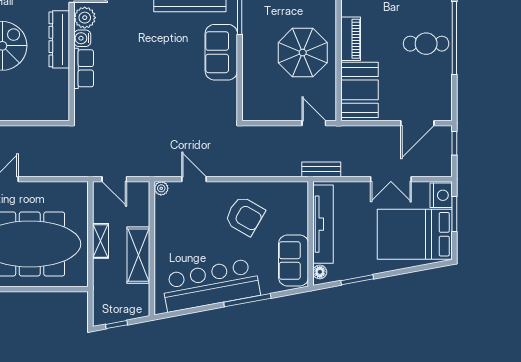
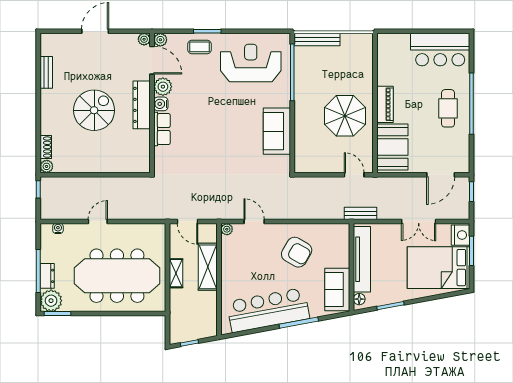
cafe table: (426, 44) -> (448, 108), turned 90
sofa: (221, 52) -> (277, 131), moved
shelving: (138, 255) -> (208, 267), moved

